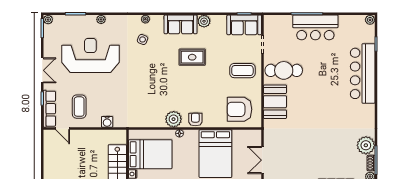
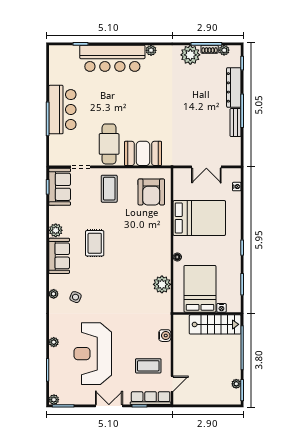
plant: (370, 20) -> (151, 50), moved
plant: (174, 119) -> (162, 284), moved
armchair: (195, 119) -> (162, 240), removed

